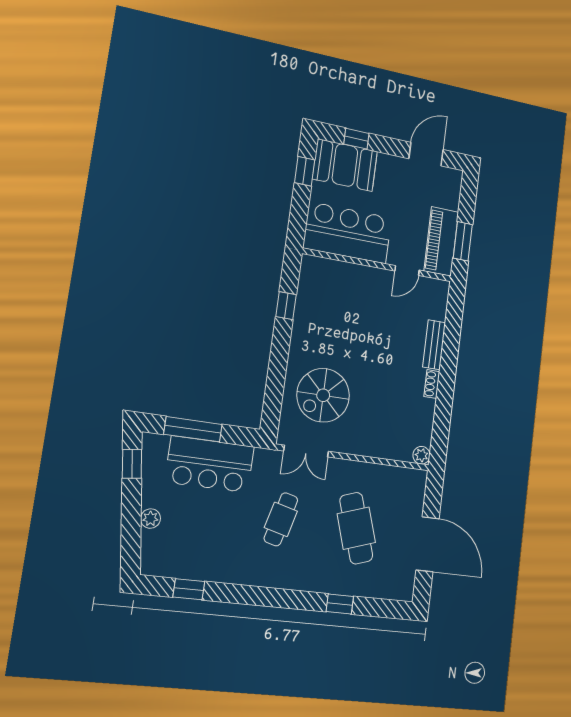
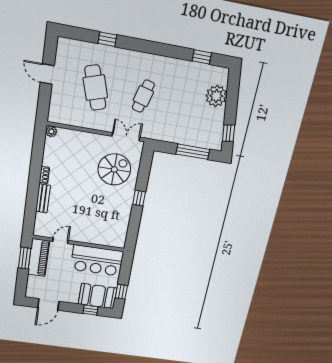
window: (286, 306) -> (139, 198), moved
bar counter: (210, 464) -> (184, 131), removed
plant: (150, 519) -> (216, 96), width x1.87, depth x1.87
door: (428, 544) -> (47, 74), width x0.53

